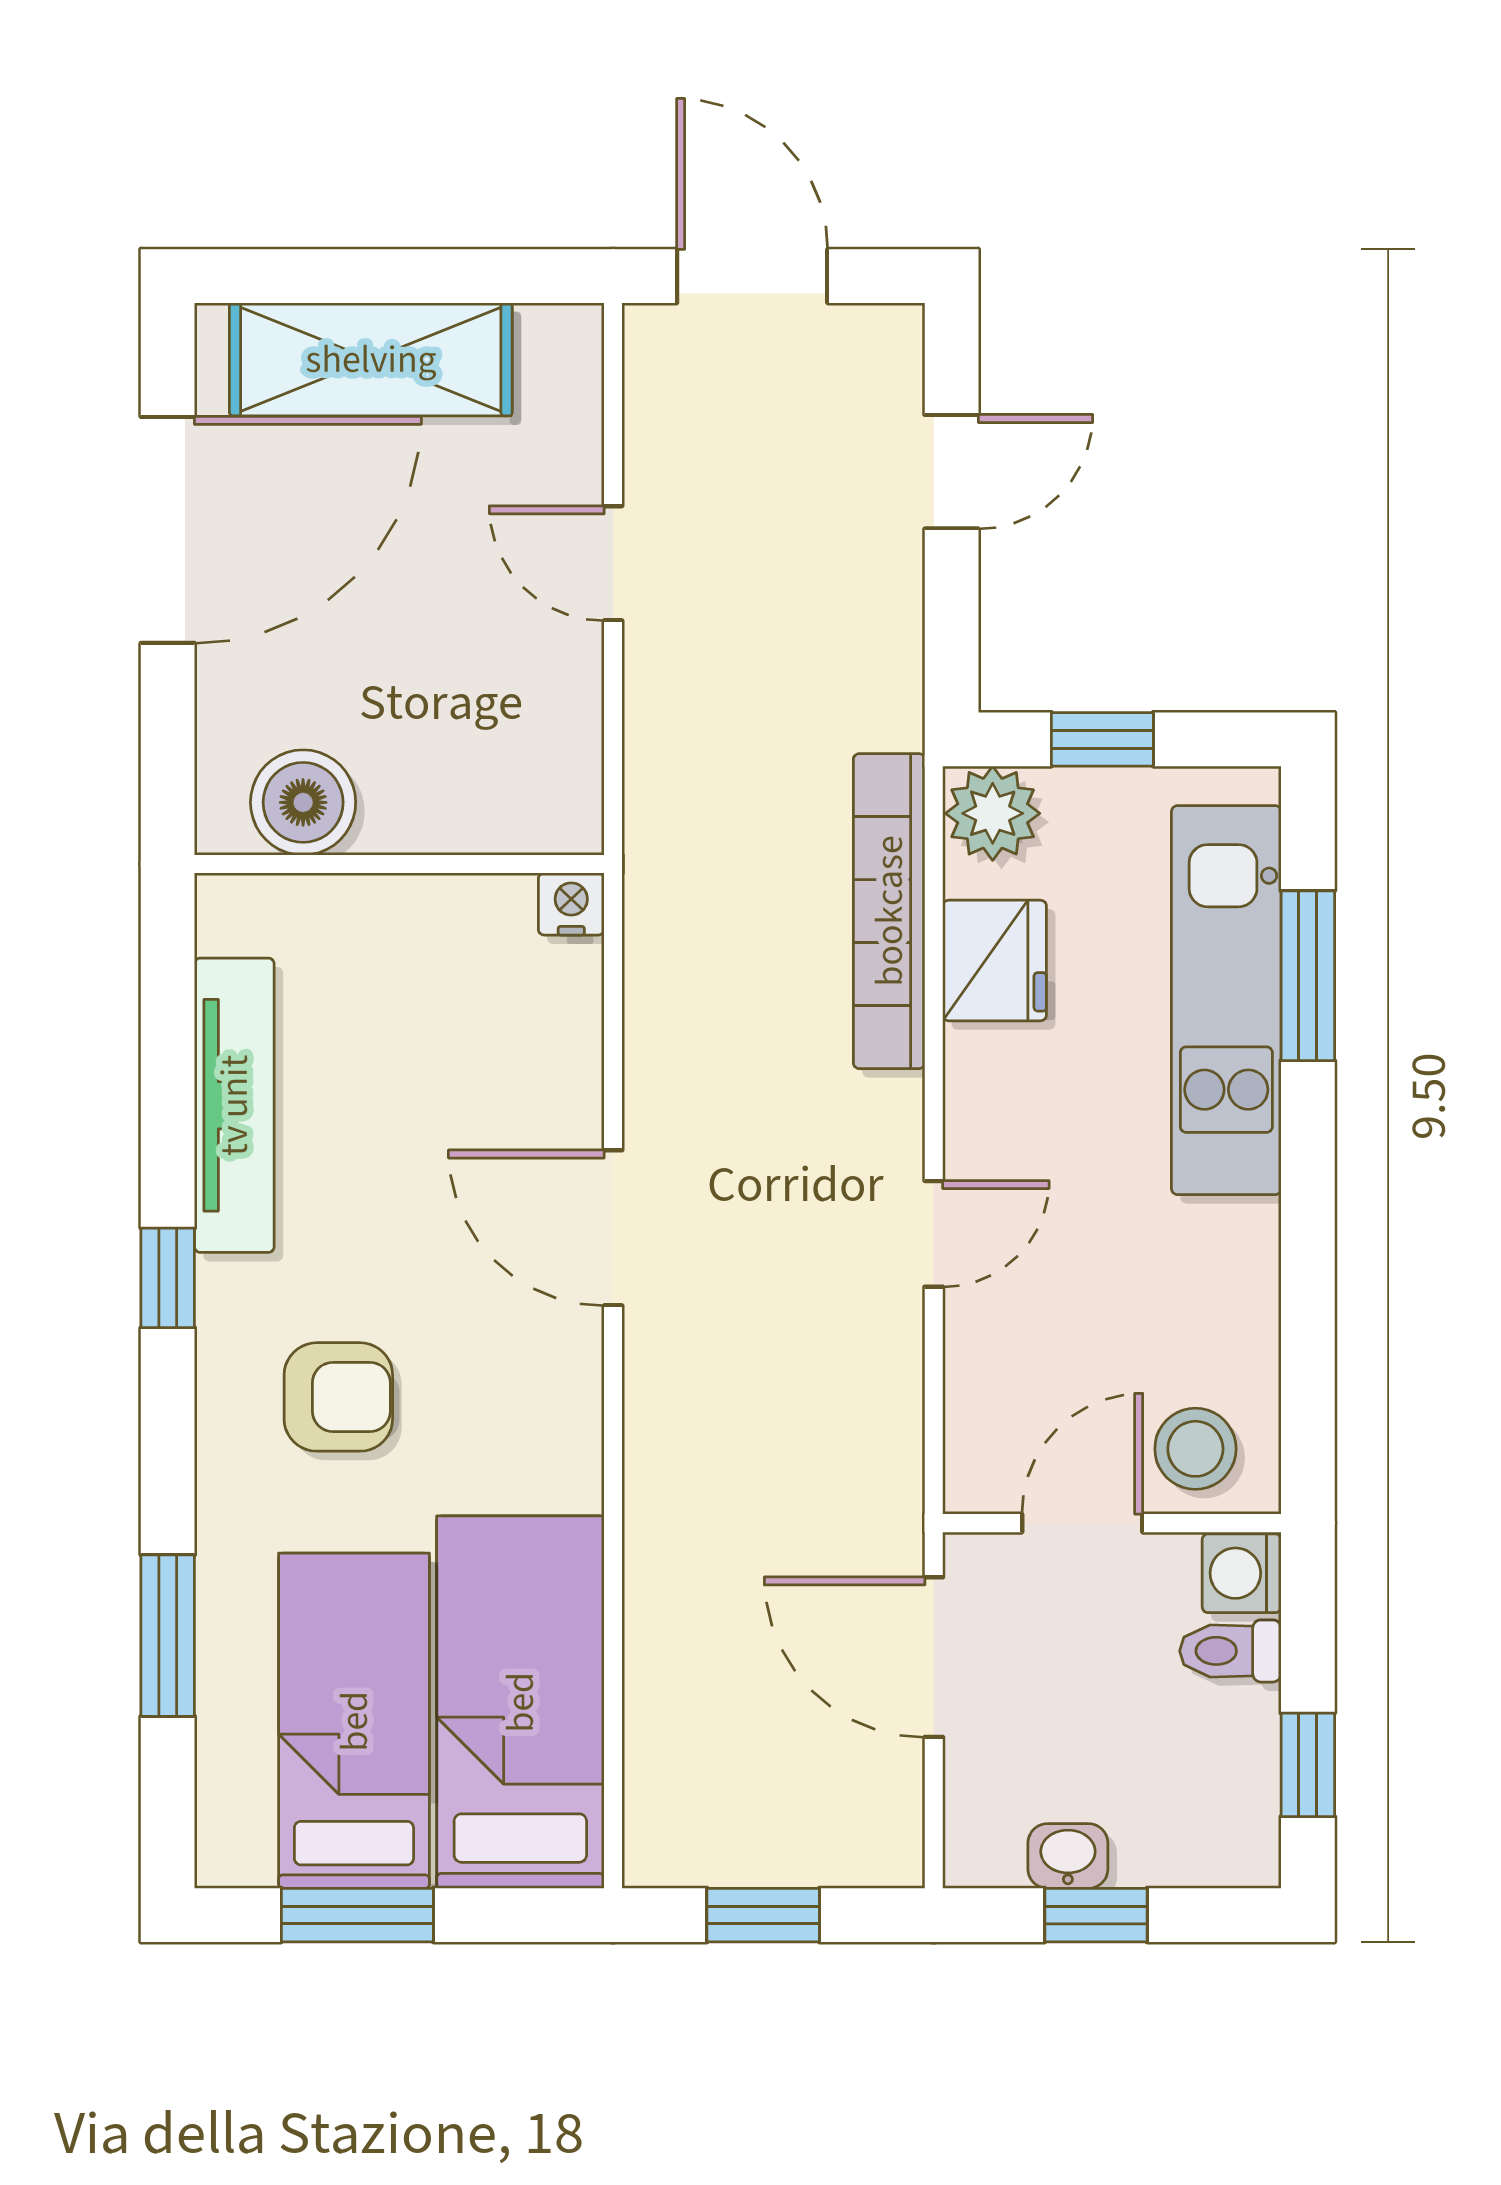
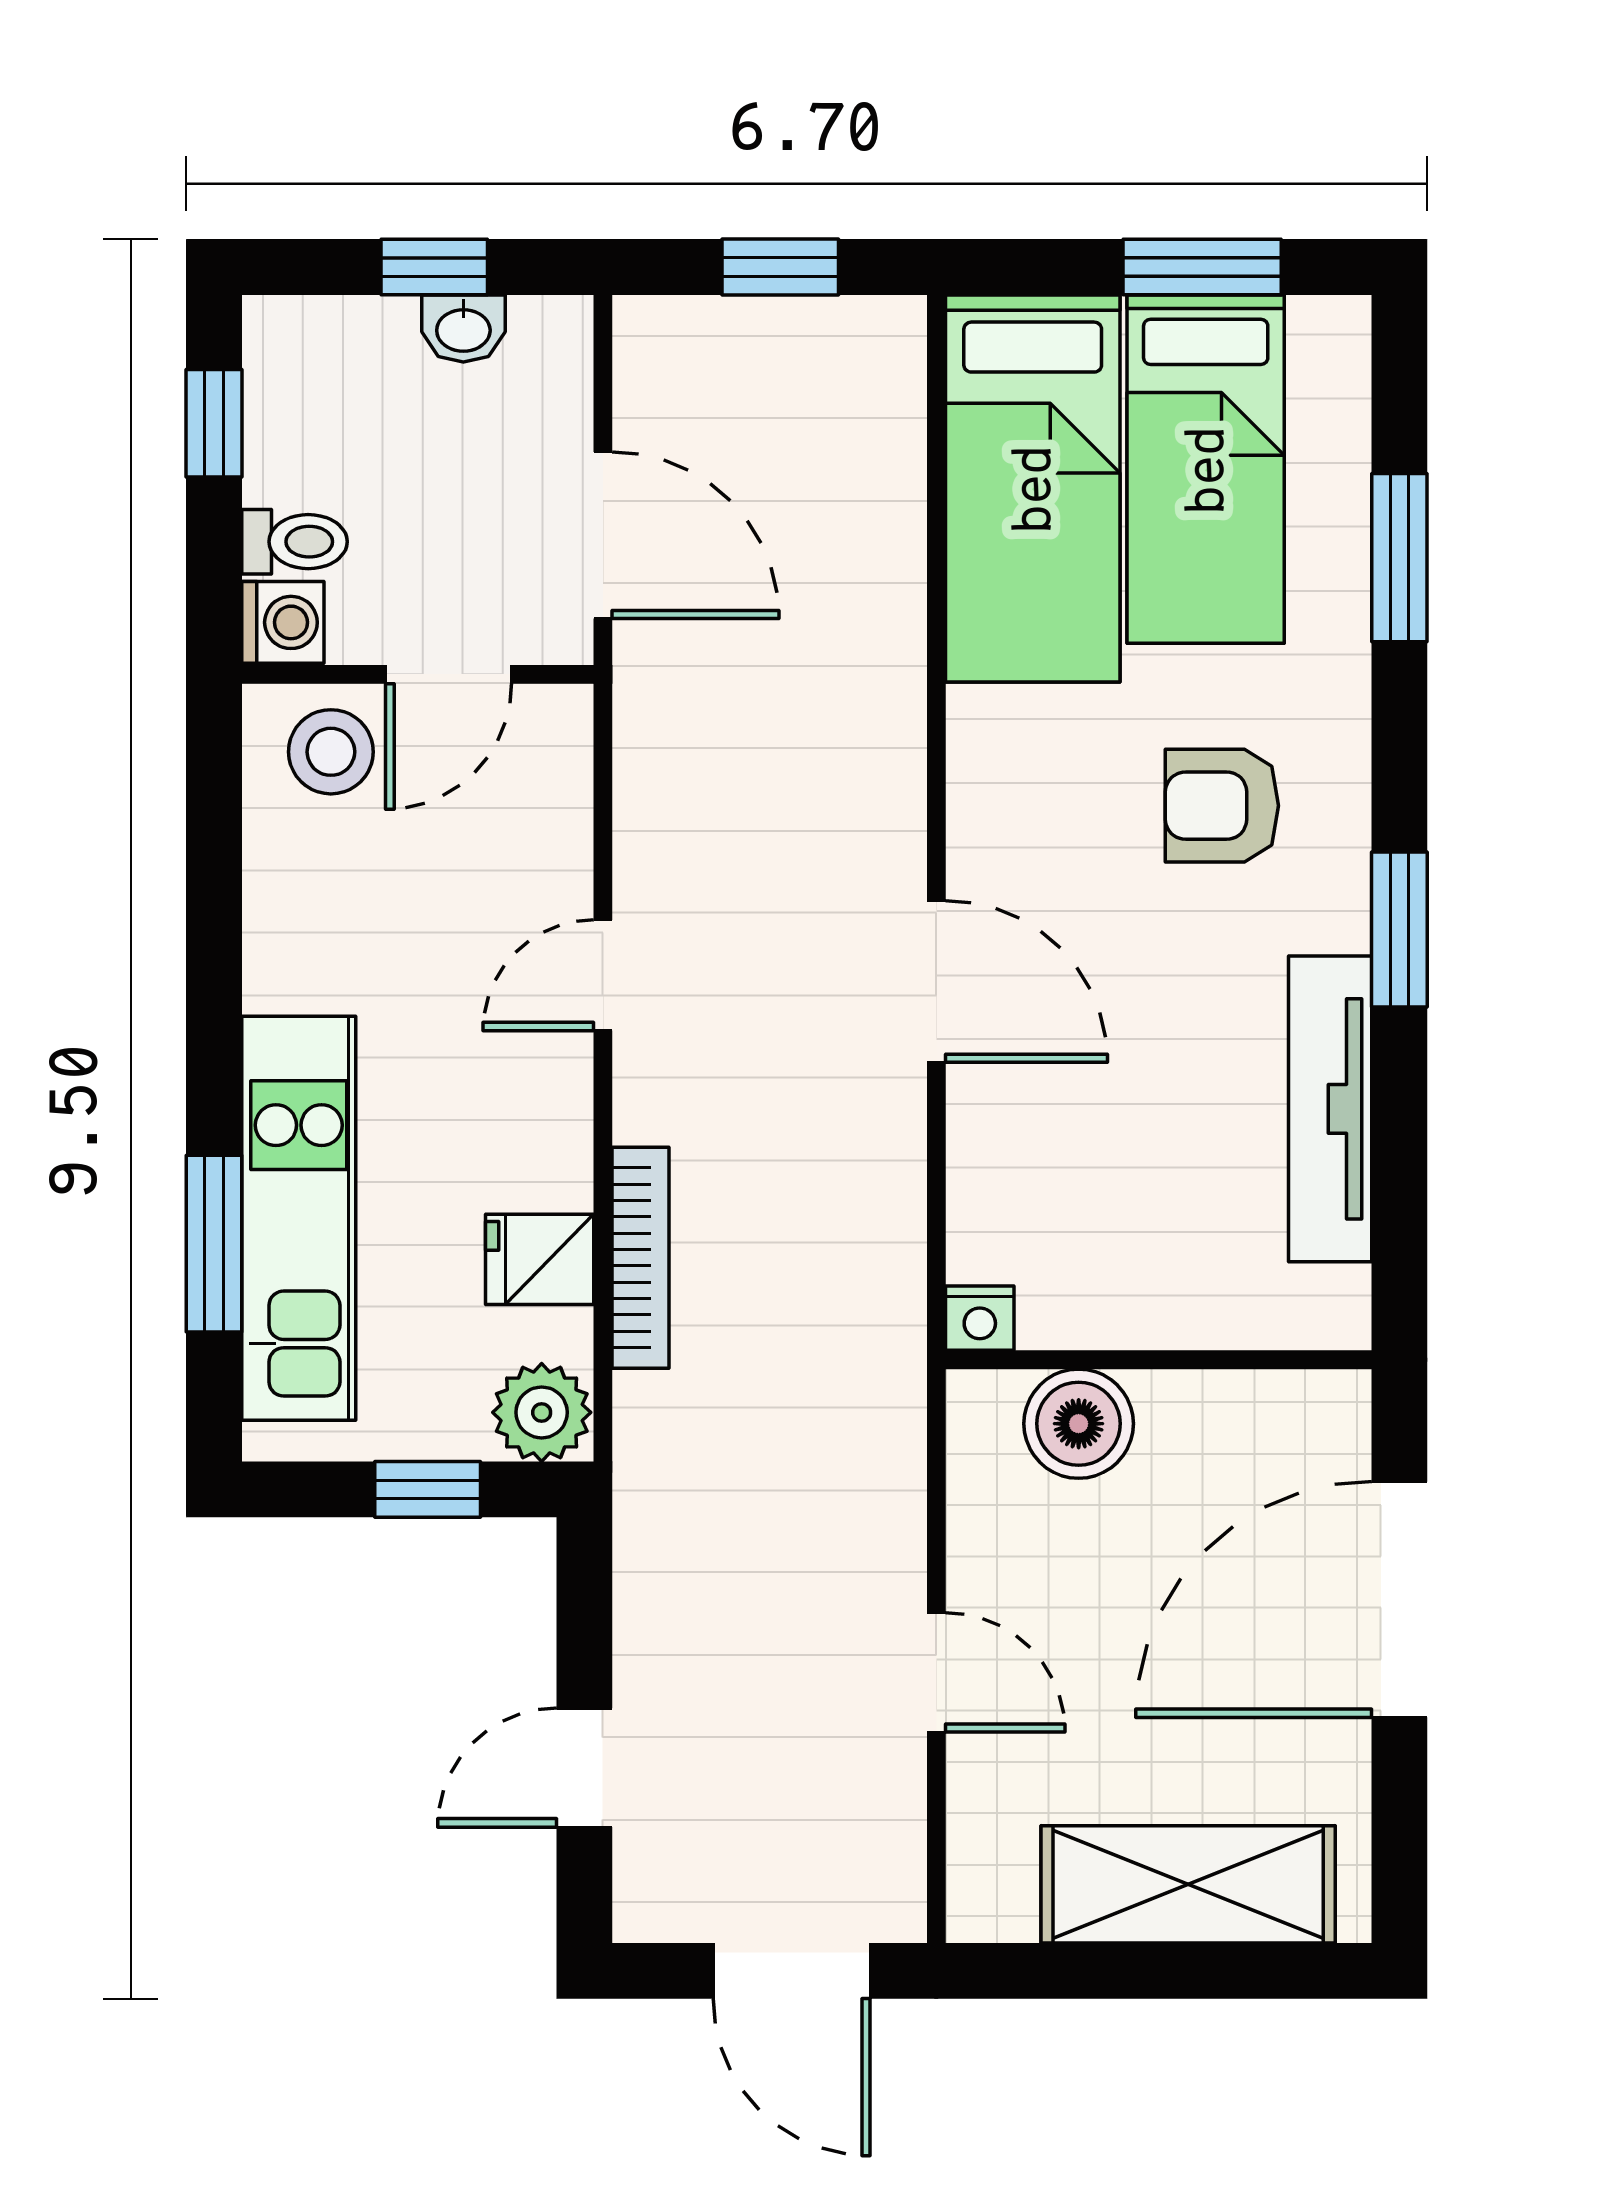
door: (168, 530) -> (1399, 1599), moved
boiler: (303, 802) -> (1079, 1424), moved
bookcase: (889, 911) -> (641, 1258), width x0.68, depth x0.76
fridge: (995, 960) -> (540, 1259), width x0.72
window: (168, 1278) -> (1399, 929), width x1.50

